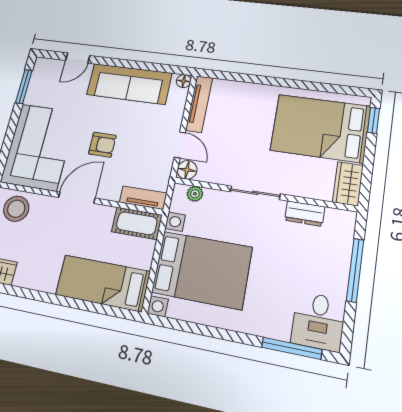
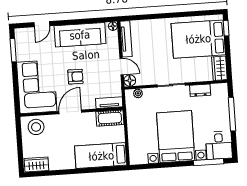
bed with nightstands: (202, 270) -> (176, 137), moved, turned -90

